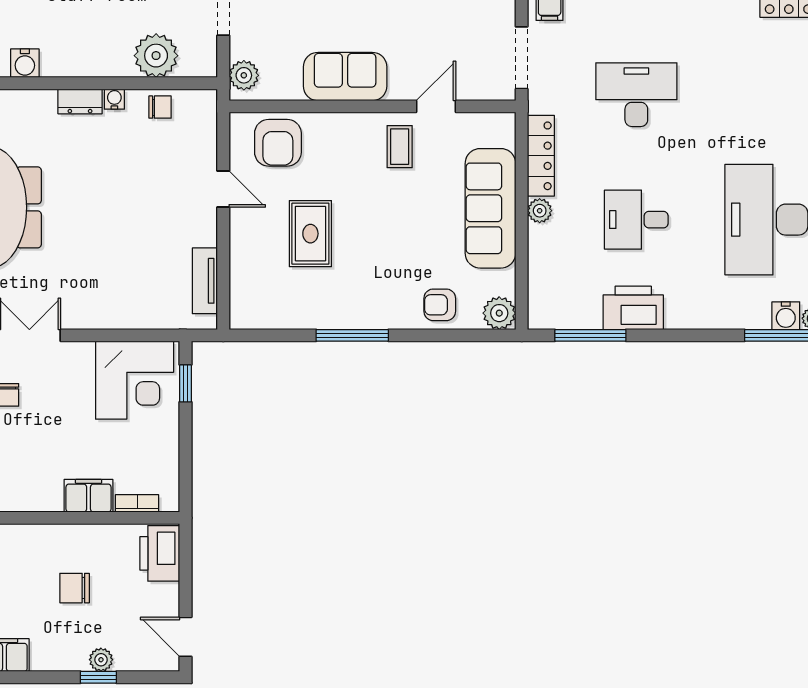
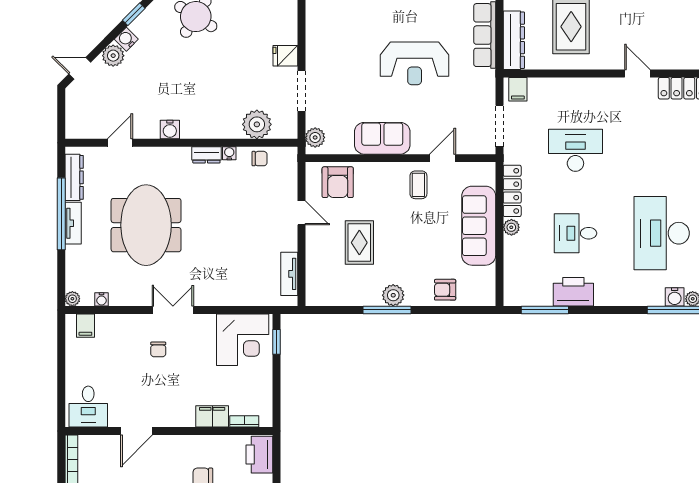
plant: (499, 313) -> (393, 295), moved

